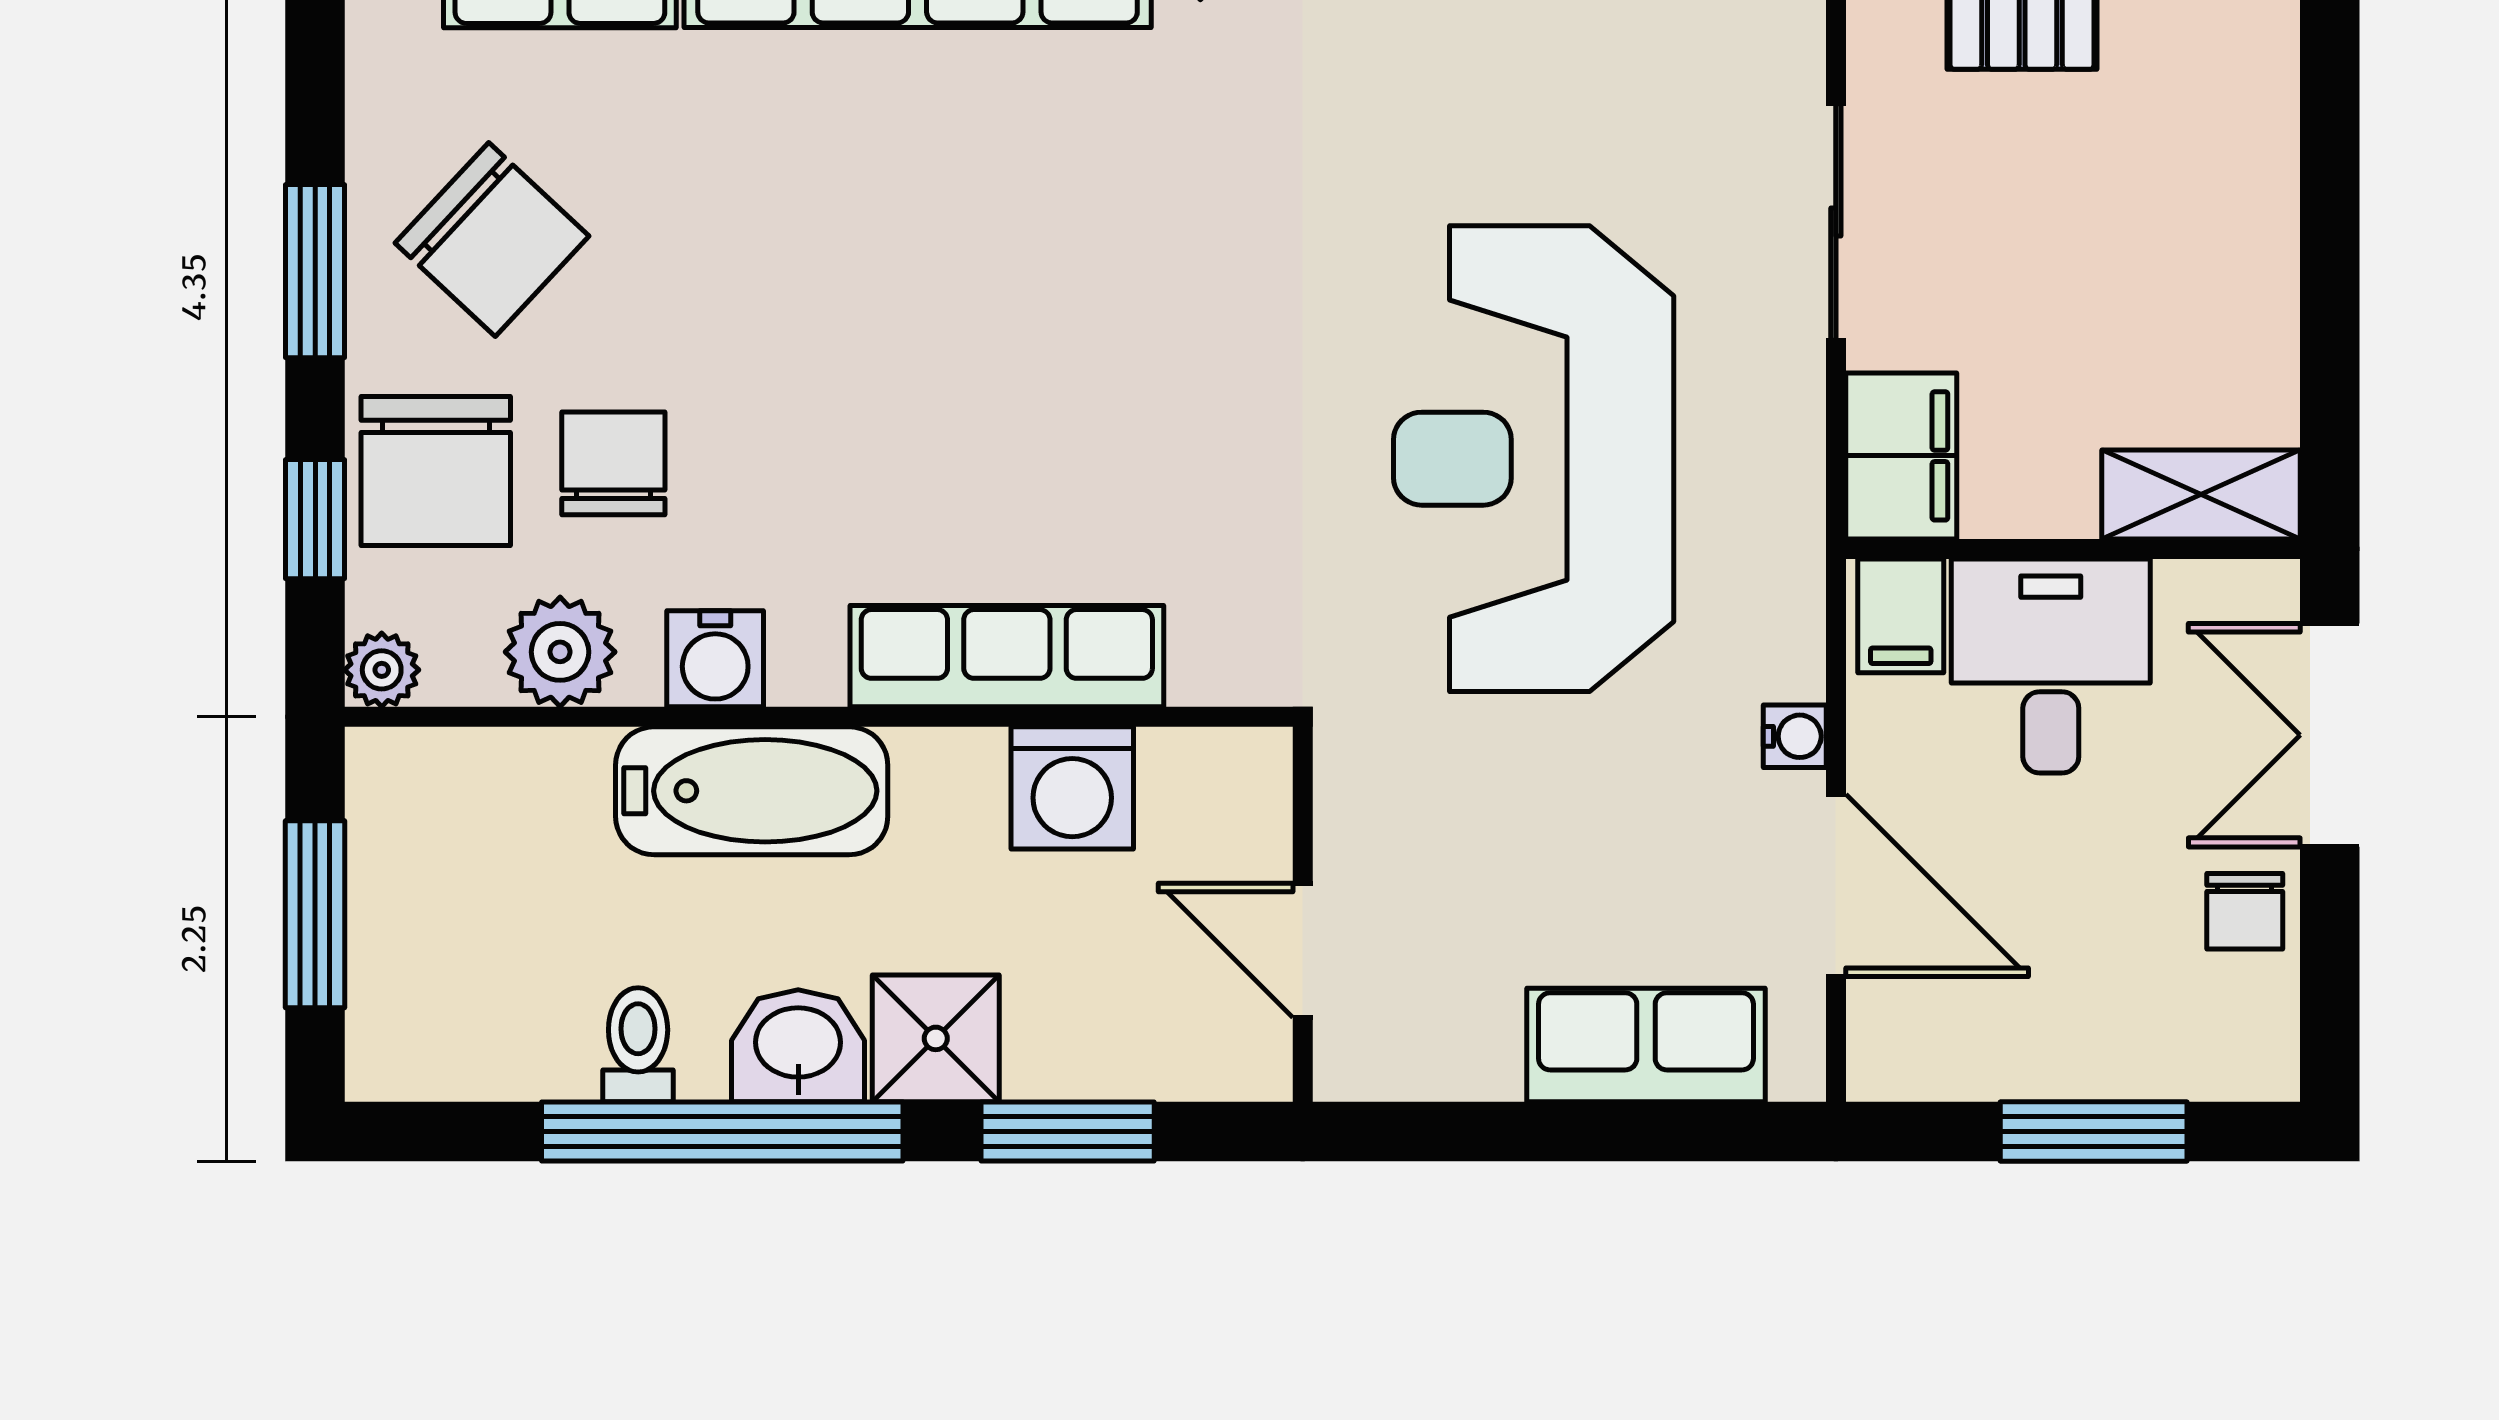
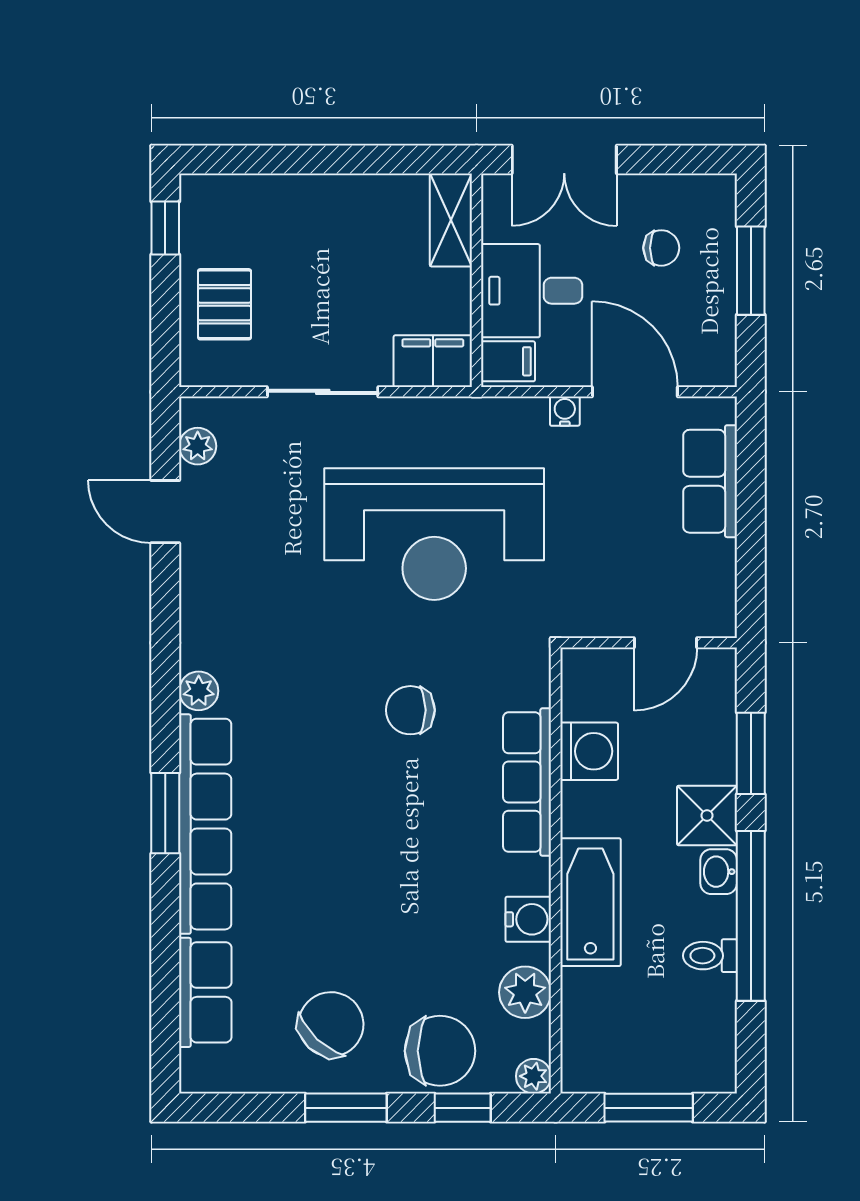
chair: (613, 463) -> (410, 710), moved
door: (1836, 885) -> (635, 392), hinge flipped
chair: (2245, 911) -> (661, 248), moved
washbasin: (798, 1046) -> (719, 872), width x0.72, depth x0.69

